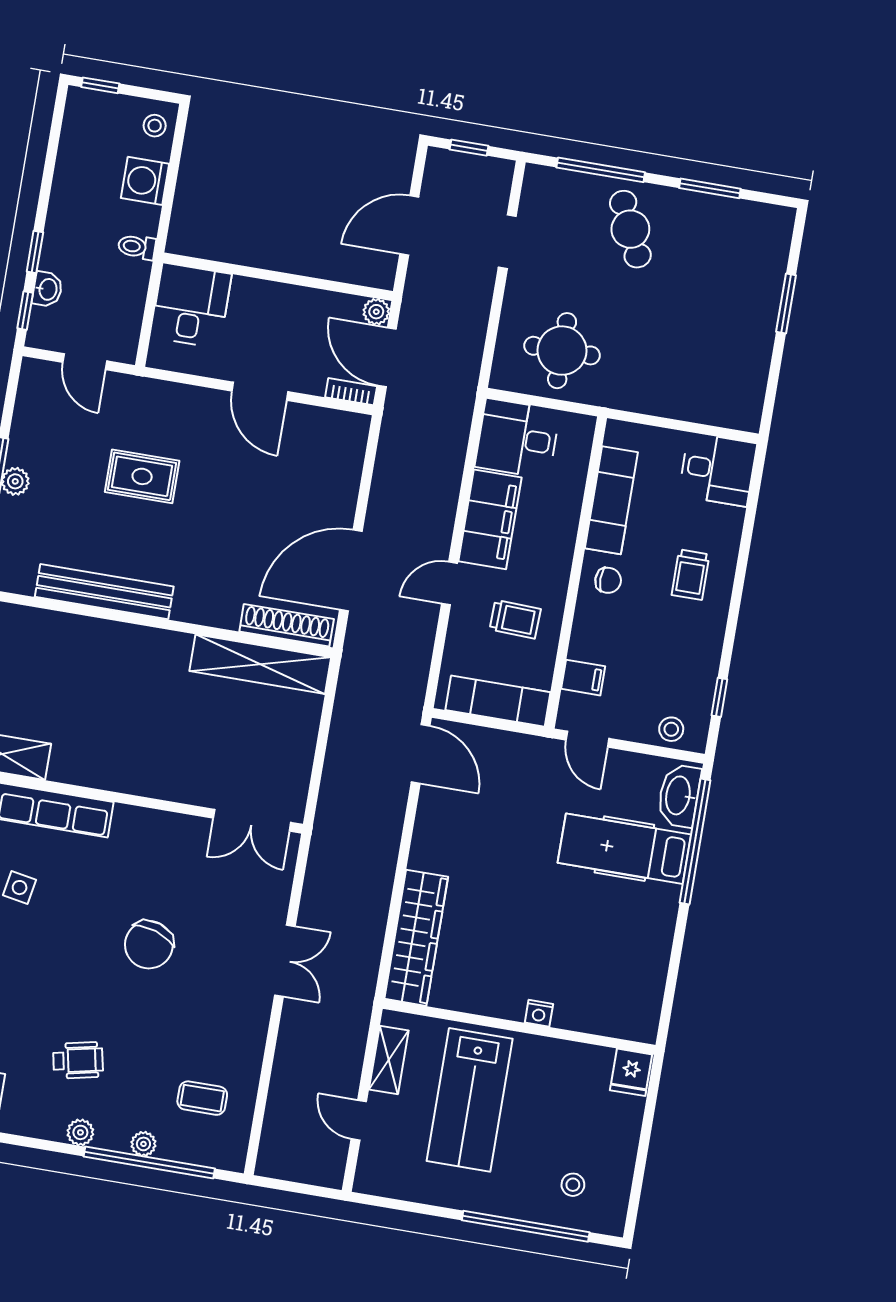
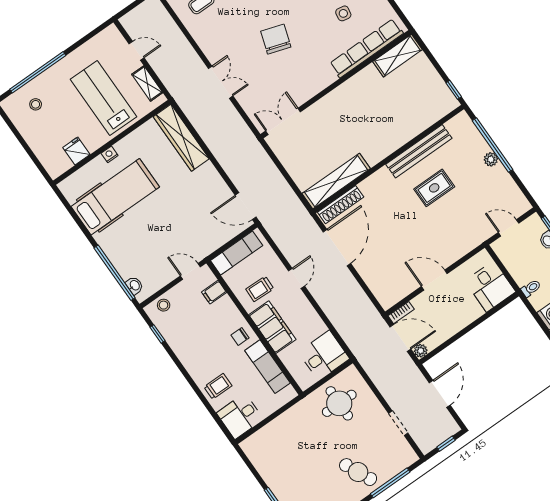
rug: (142, 476) -> (434, 188), moved
filing cabinet: (490, 519) -> (272, 327), moved, turned 180
trolley: (691, 575) -> (218, 386), moved, turned 90
washbasin: (679, 796) -> (134, 285), width x0.52, depth x0.69
hospital bed: (624, 849) -> (115, 197), moved, width x1.37, depth x1.29
double door: (285, 961) -> (221, 82), swing flipped
fridge: (631, 1072) -> (76, 151), moved

